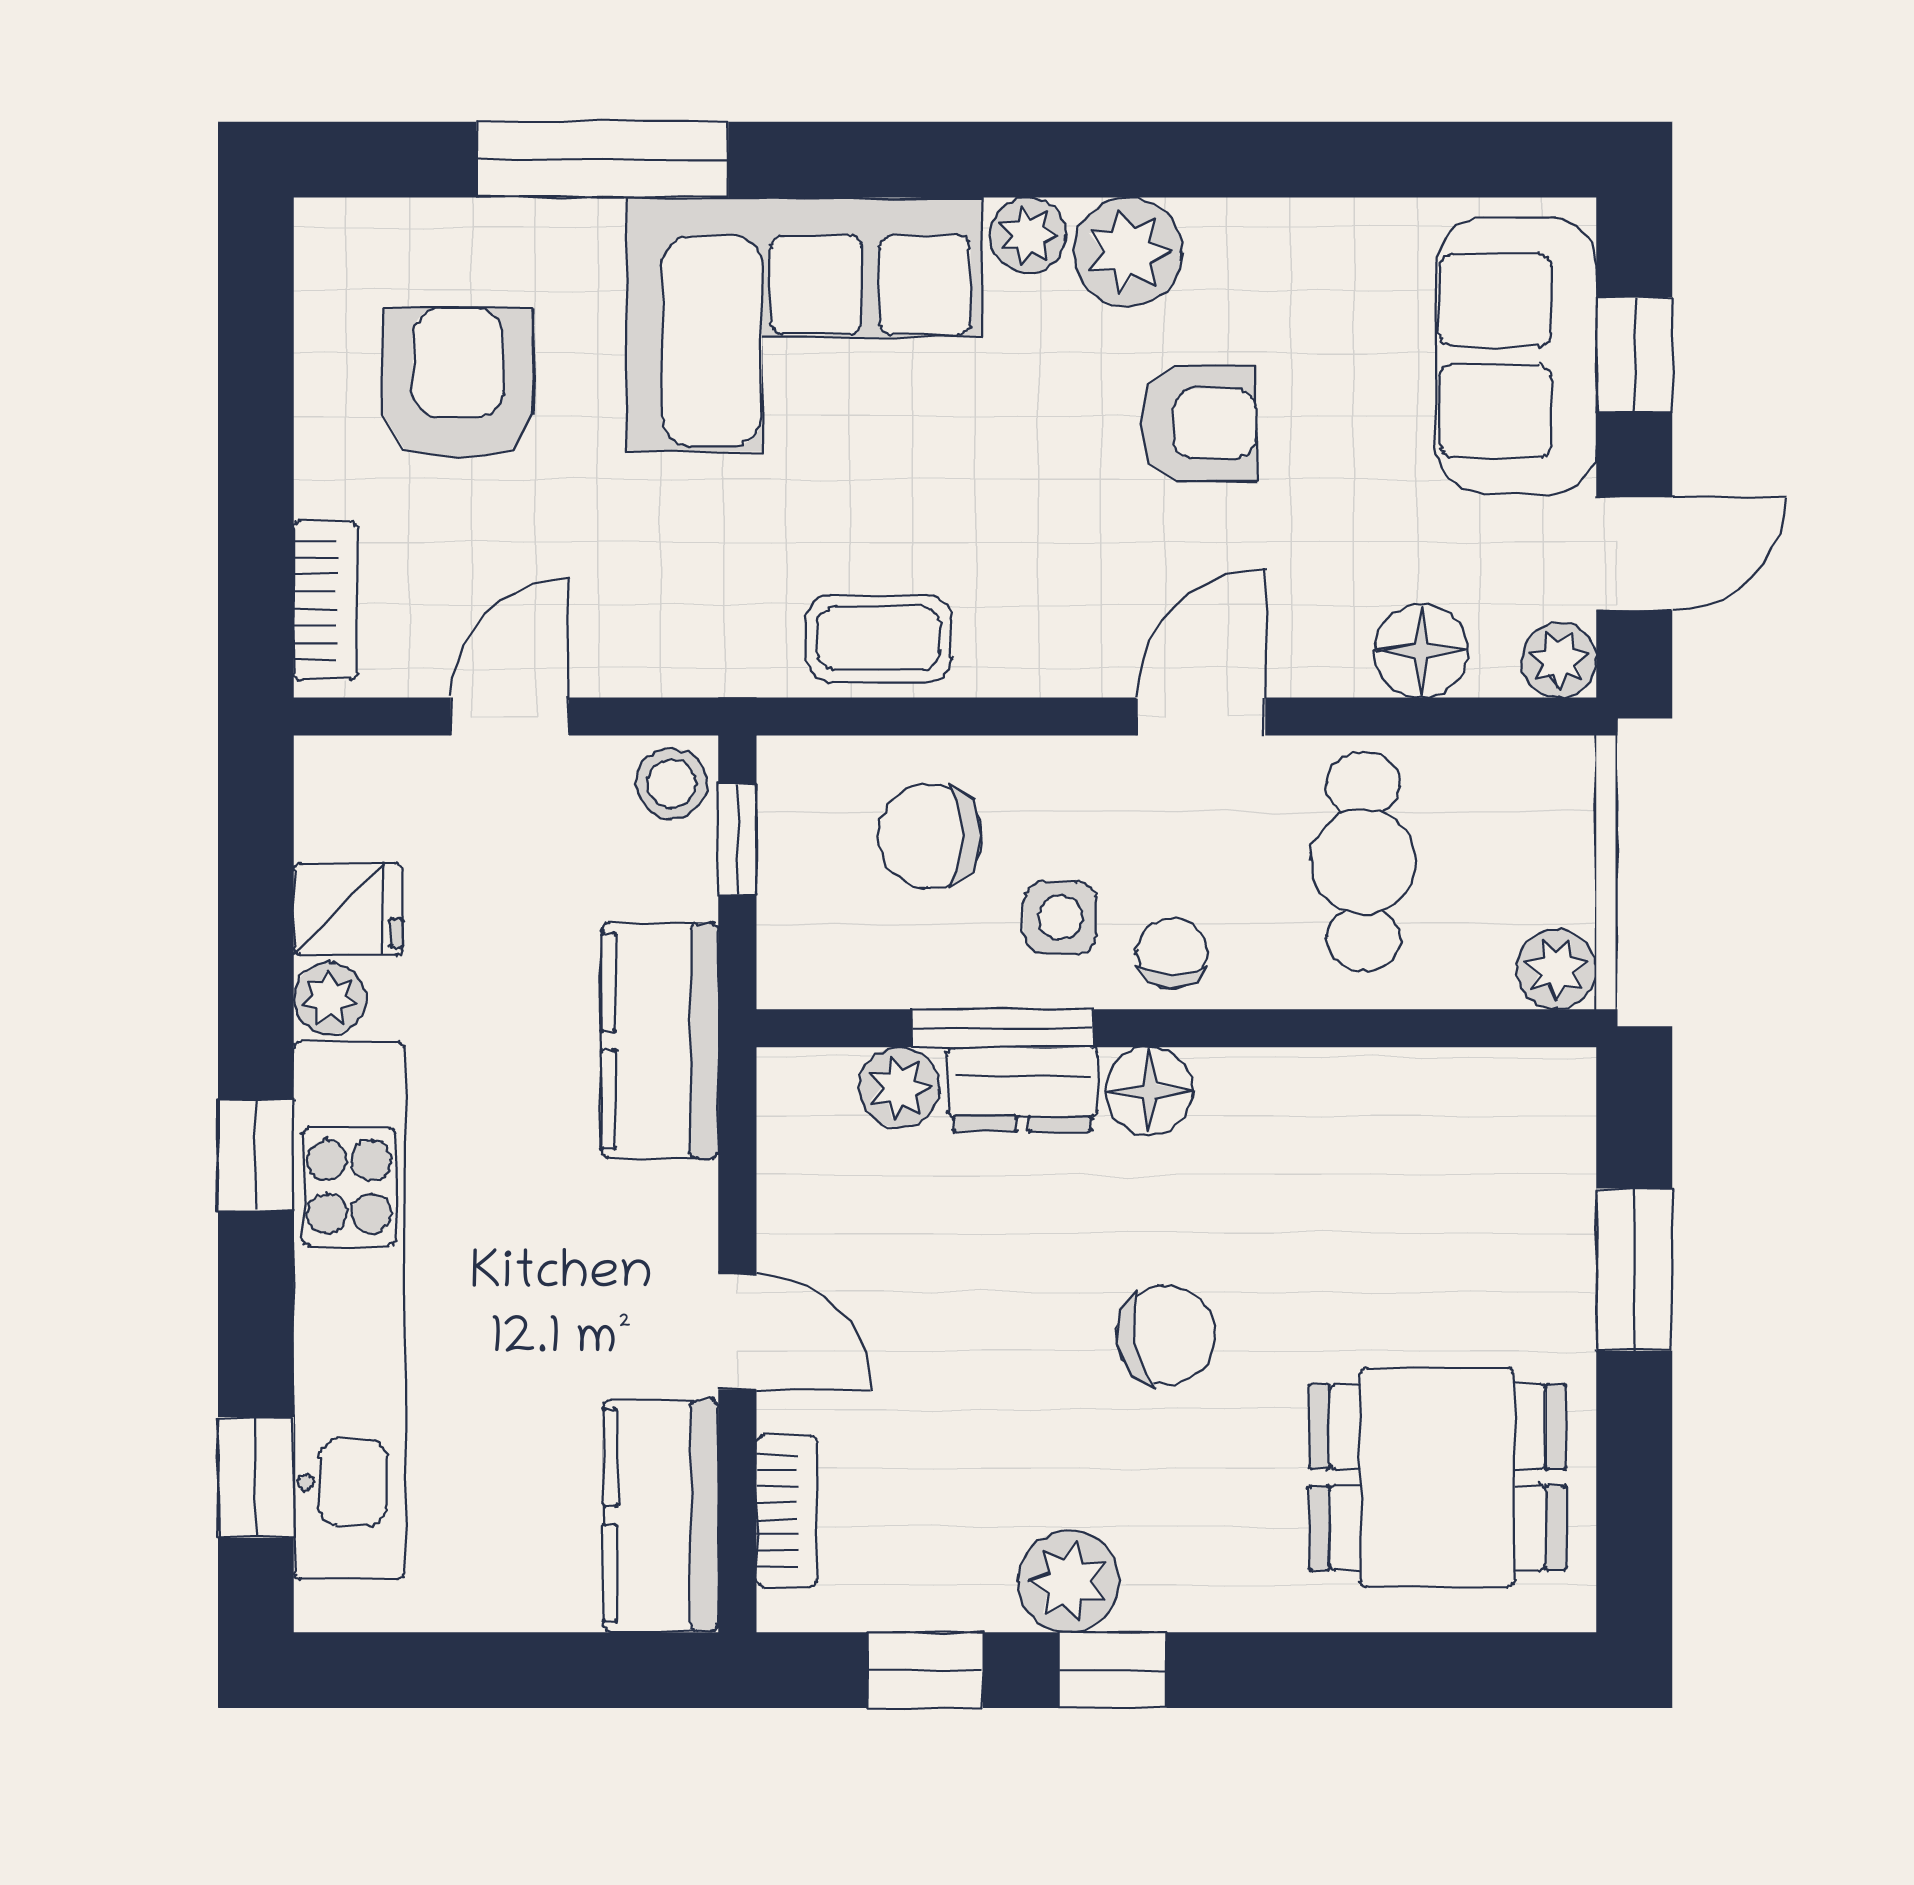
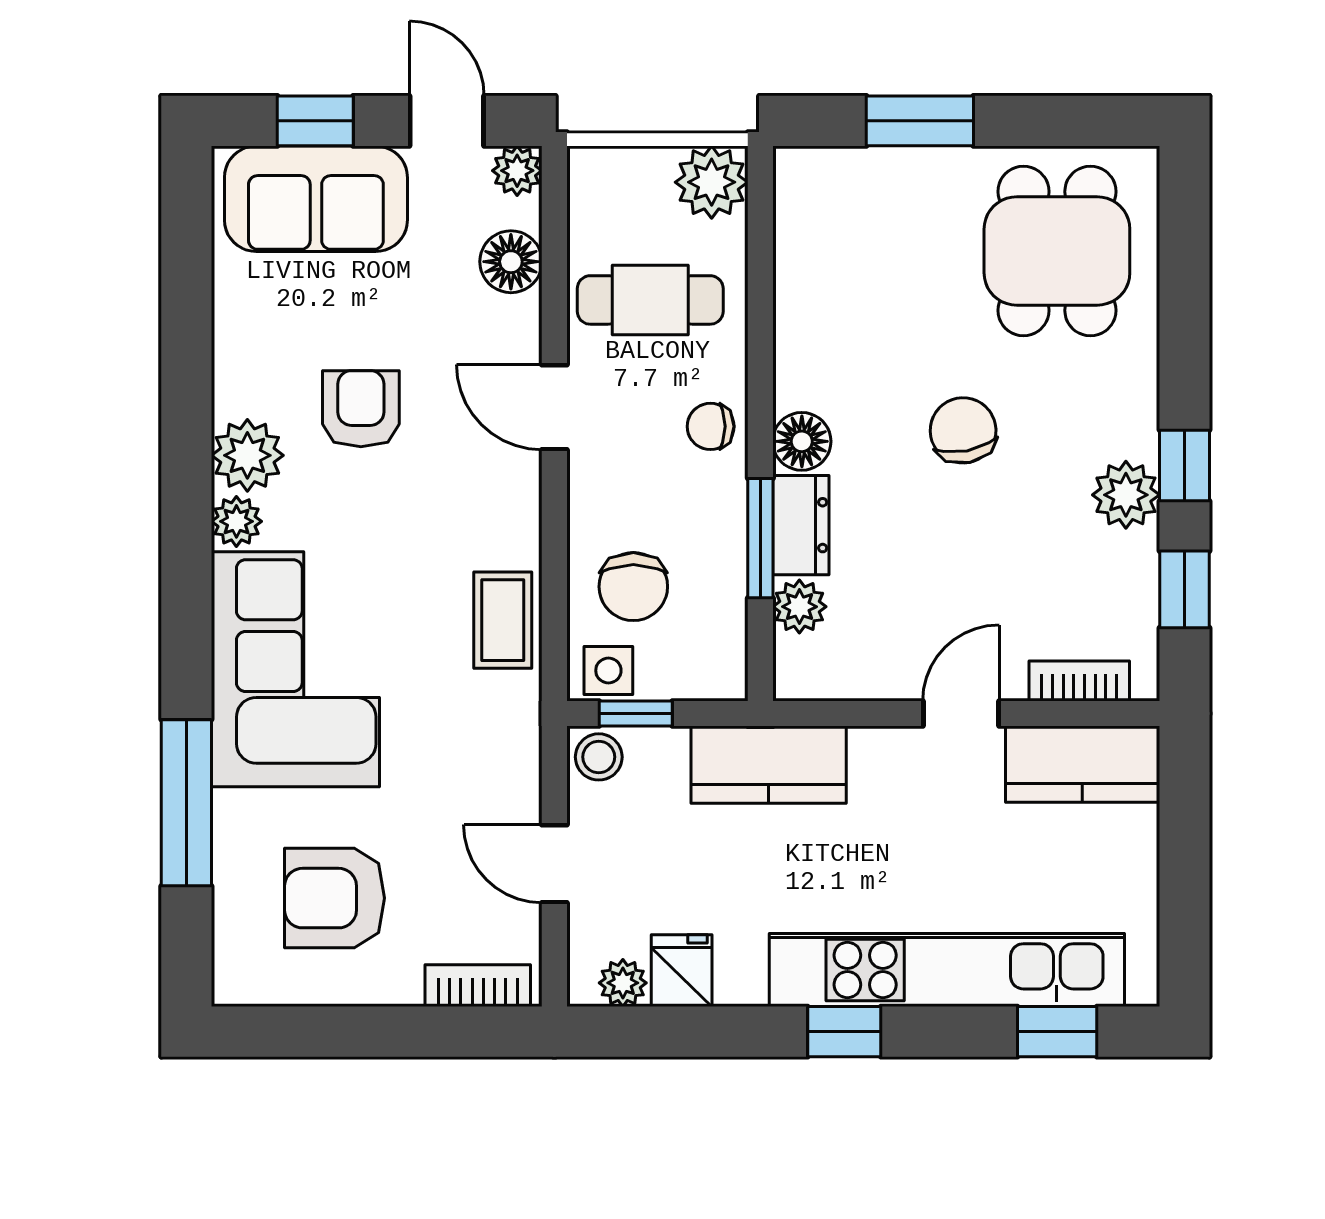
side table: (1060, 918) -> (608, 671), moved
plant: (1557, 969) -> (712, 182), width x1.38, depth x1.38
plant: (330, 998) -> (623, 983), moved

